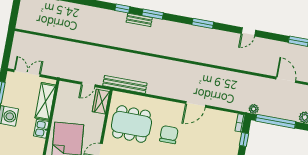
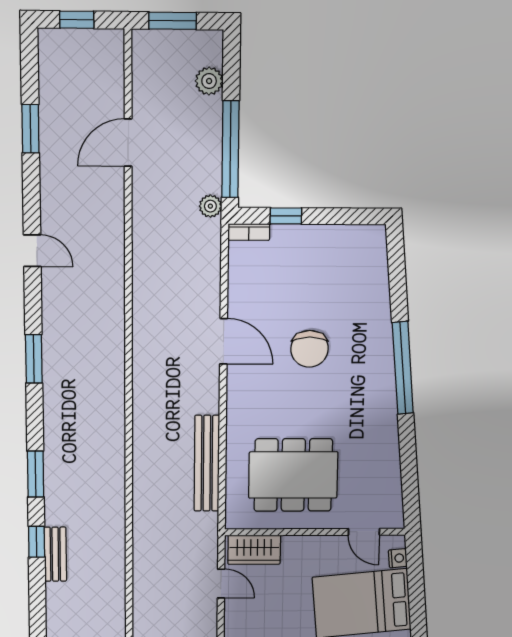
bench: (139, 20) -> (55, 554), moved
bench: (125, 84) -> (207, 463), moved
dining table: (131, 124) -> (293, 475), turned 90
chair: (169, 135) -> (310, 349), moved, turned -90

